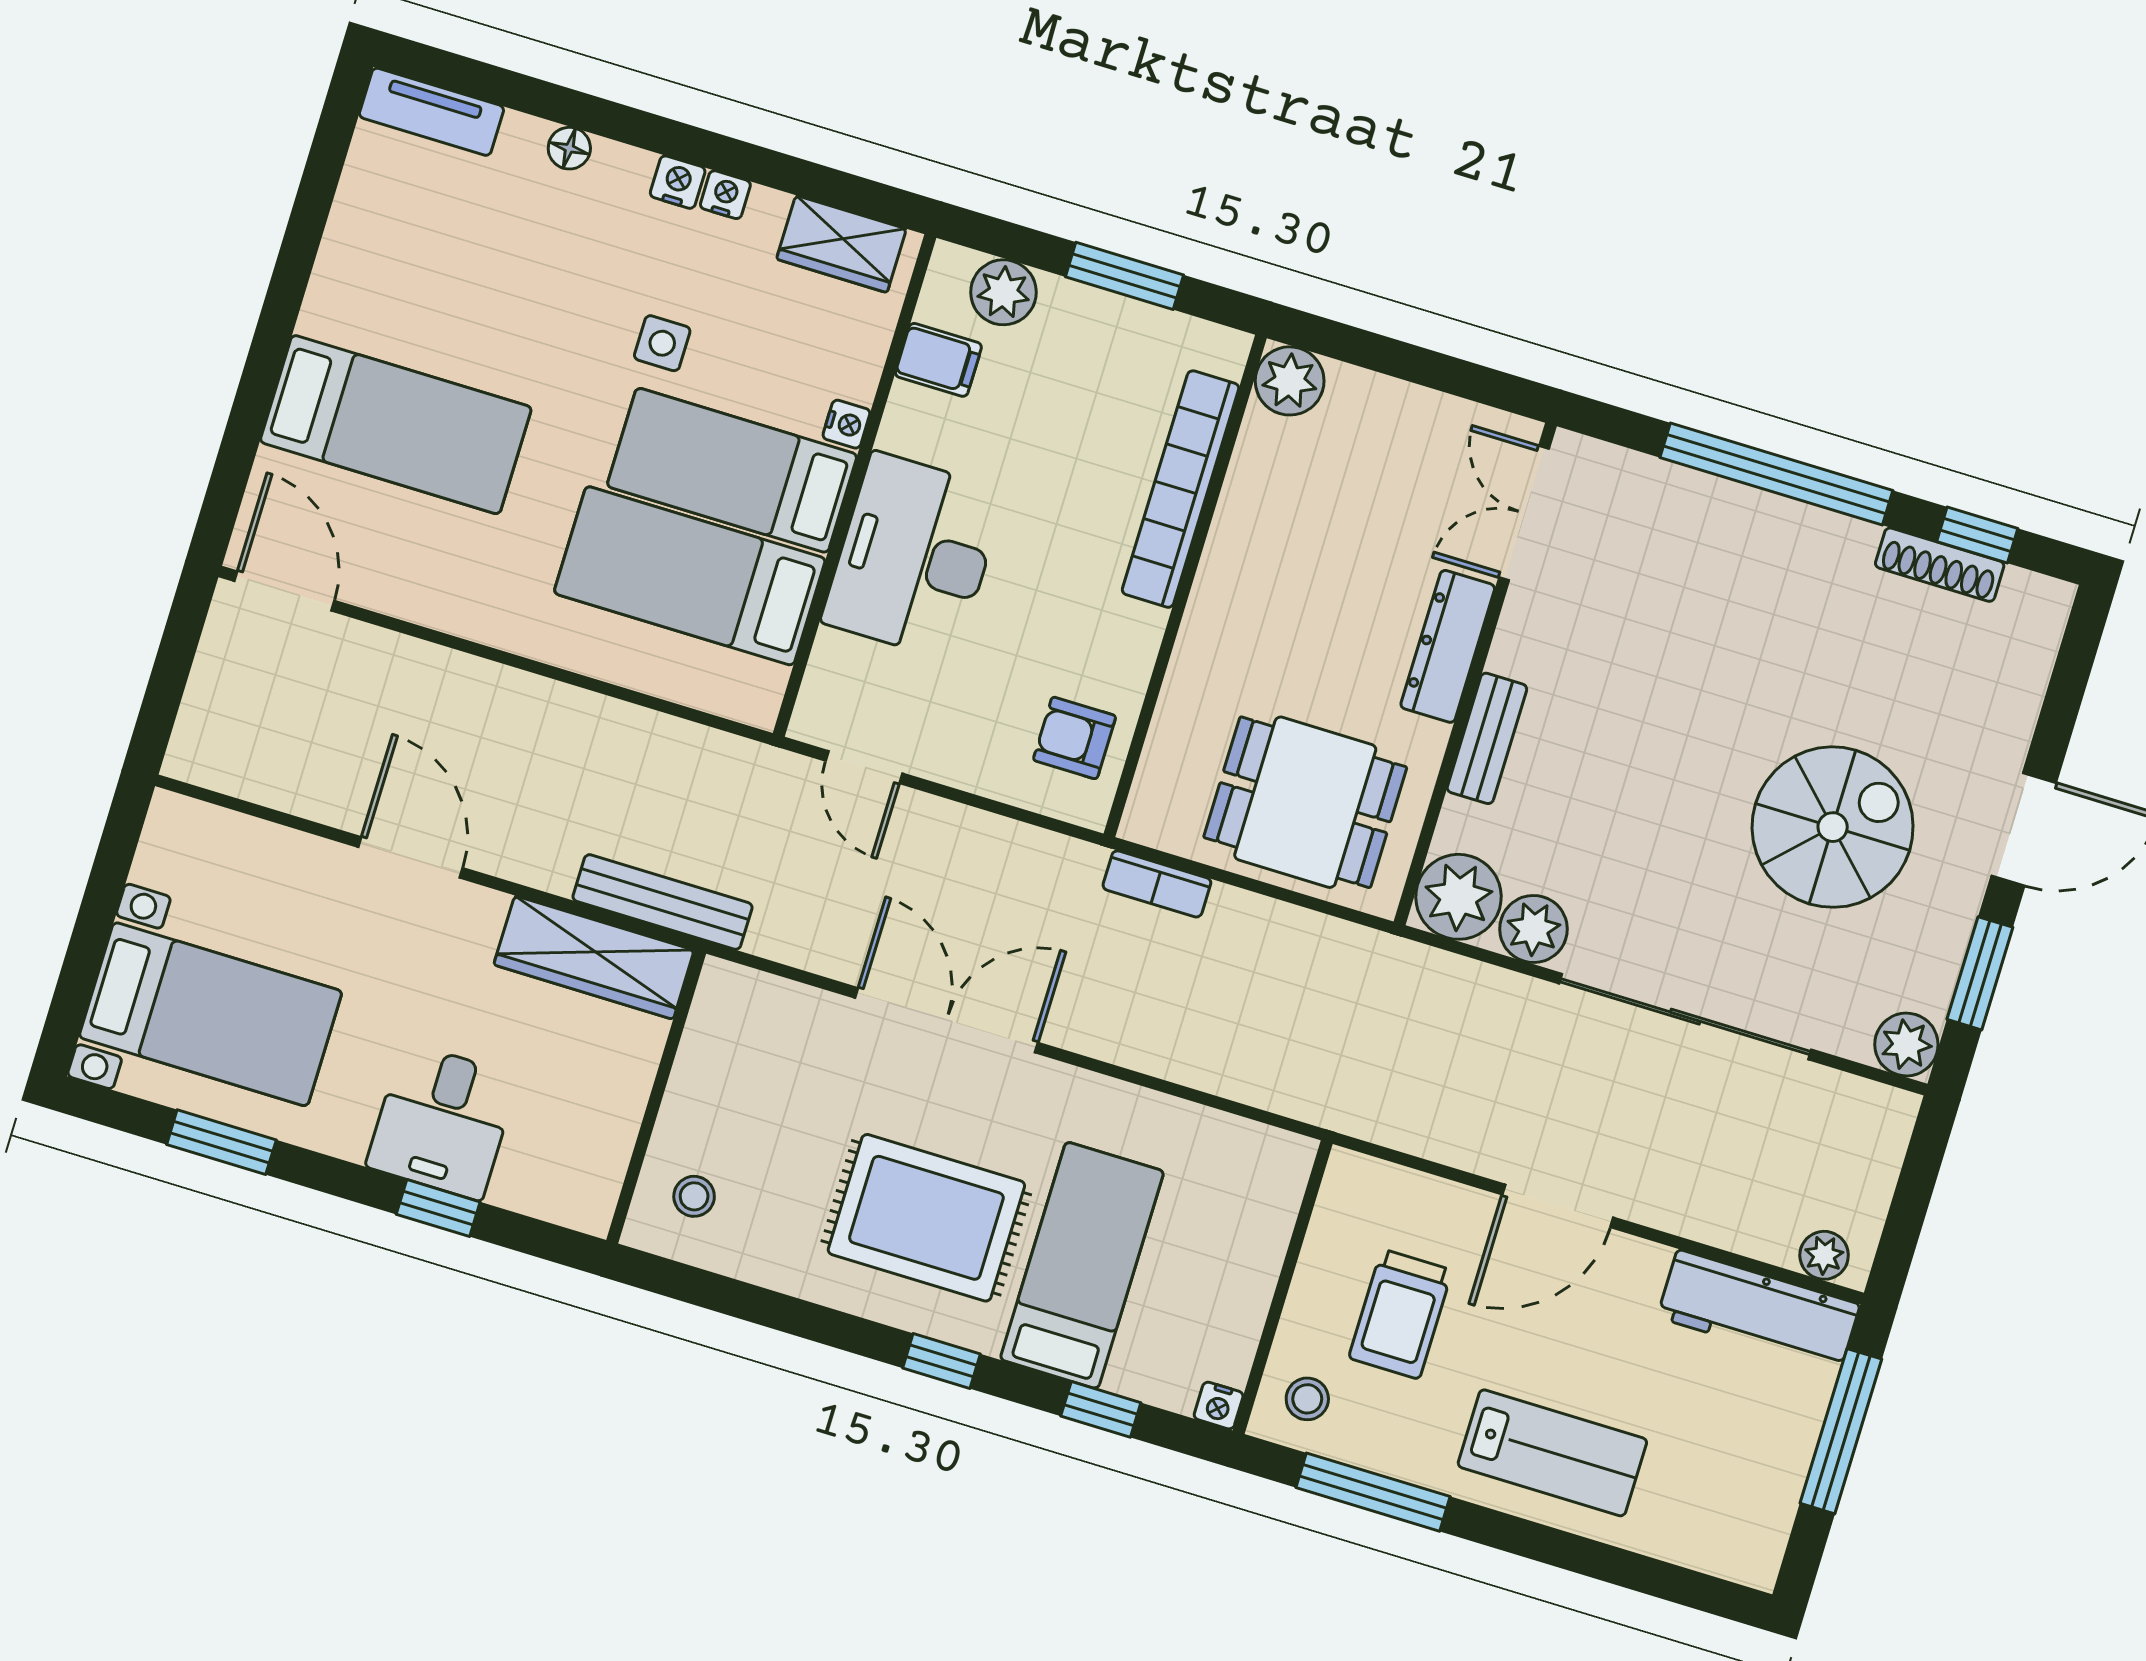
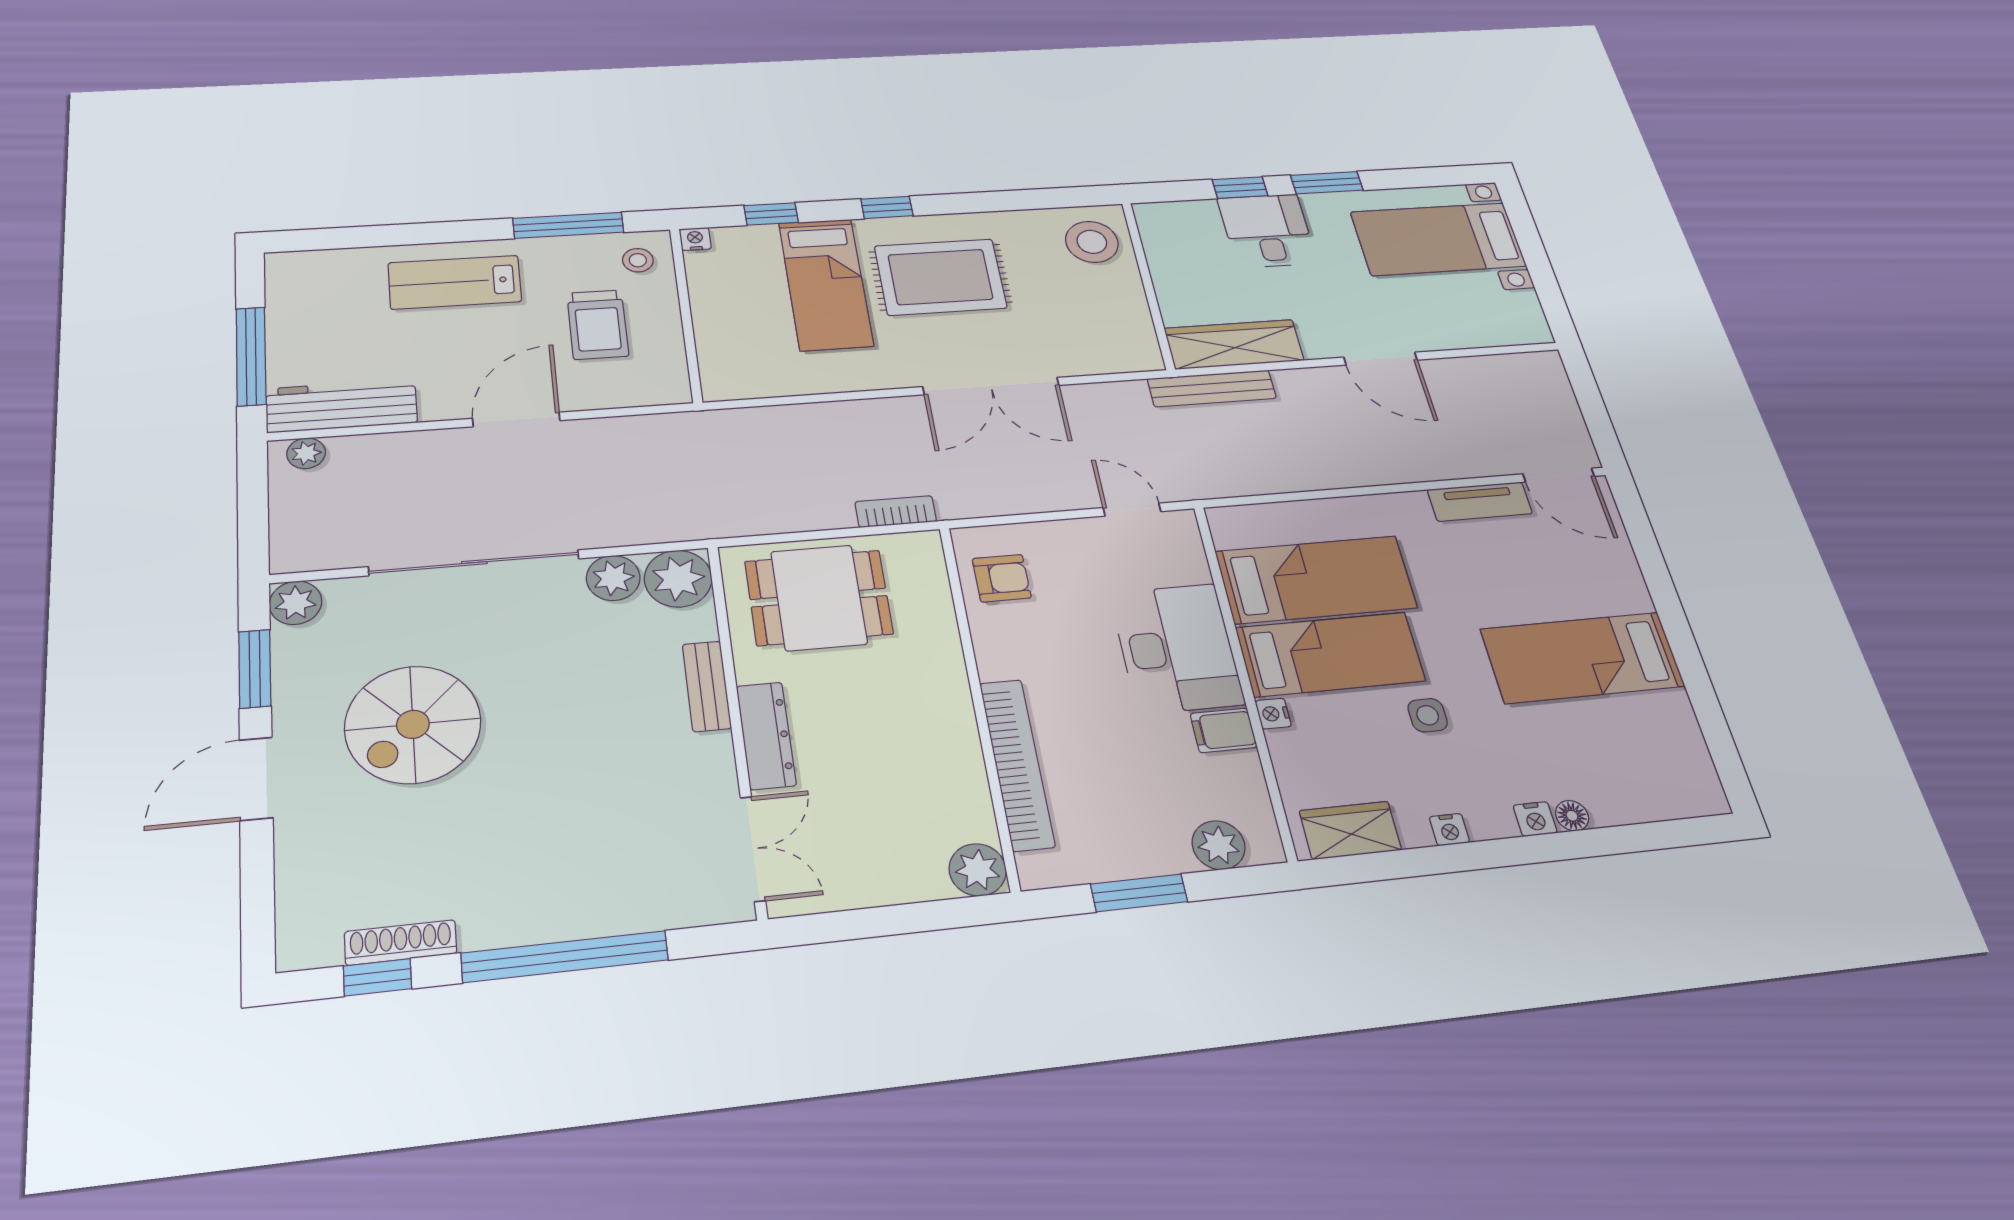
tv unit: (431, 112) -> (1480, 502), moved, turned 180
nightstand: (678, 182) -> (1535, 819), moved
filing cabinet: (938, 360) -> (1224, 730), moved
bed: (396, 425) -> (1582, 658), moved
window: (221, 1142) -> (1327, 183), moved
stool: (694, 1196) -> (1092, 242), width x1.89, depth x1.89
trolley: (1400, 1314) -> (598, 325), turned 180

